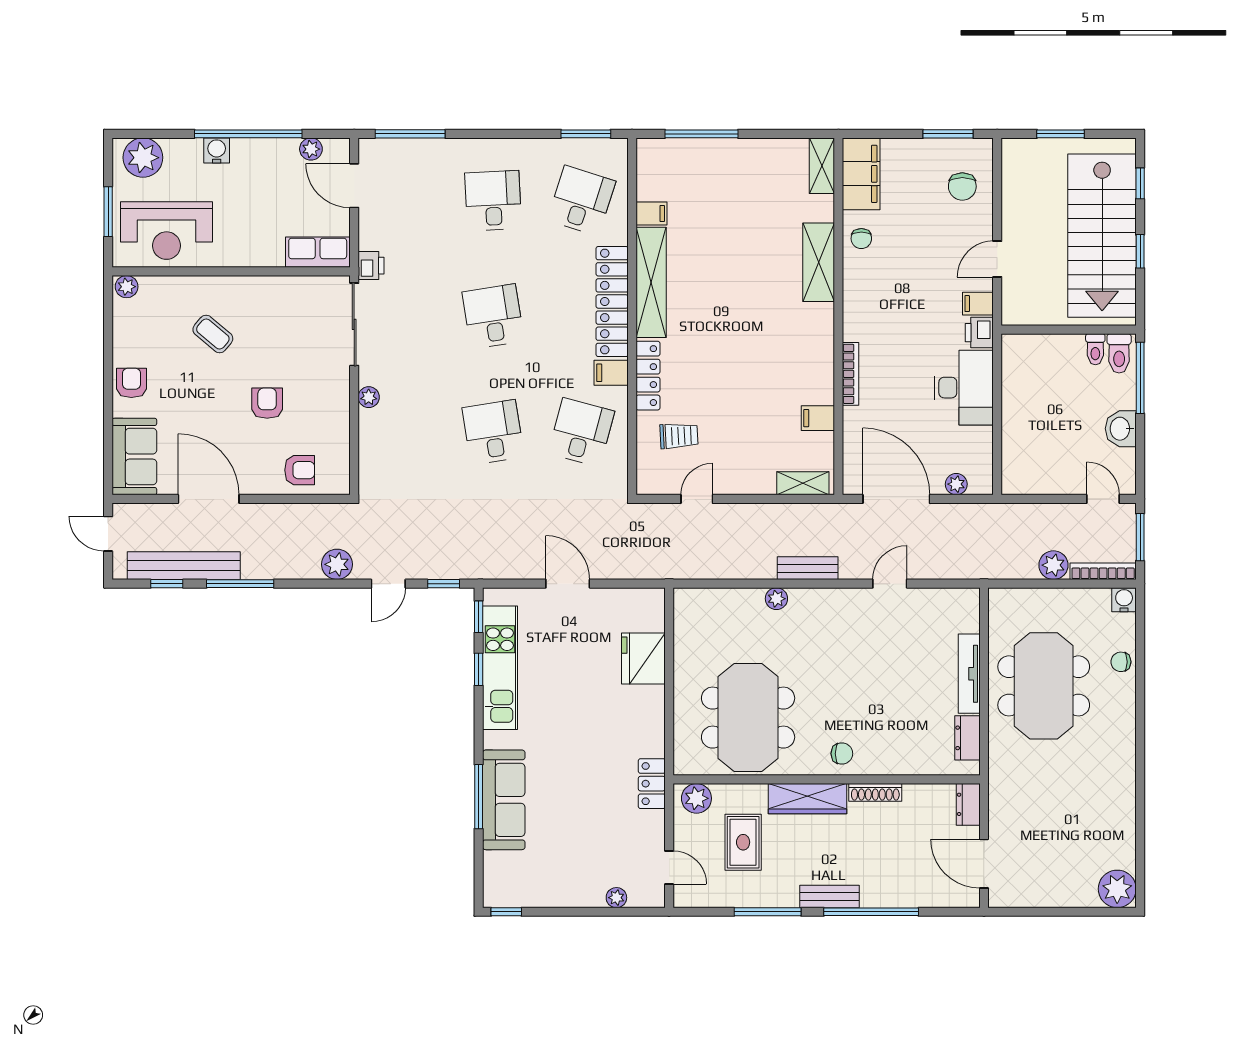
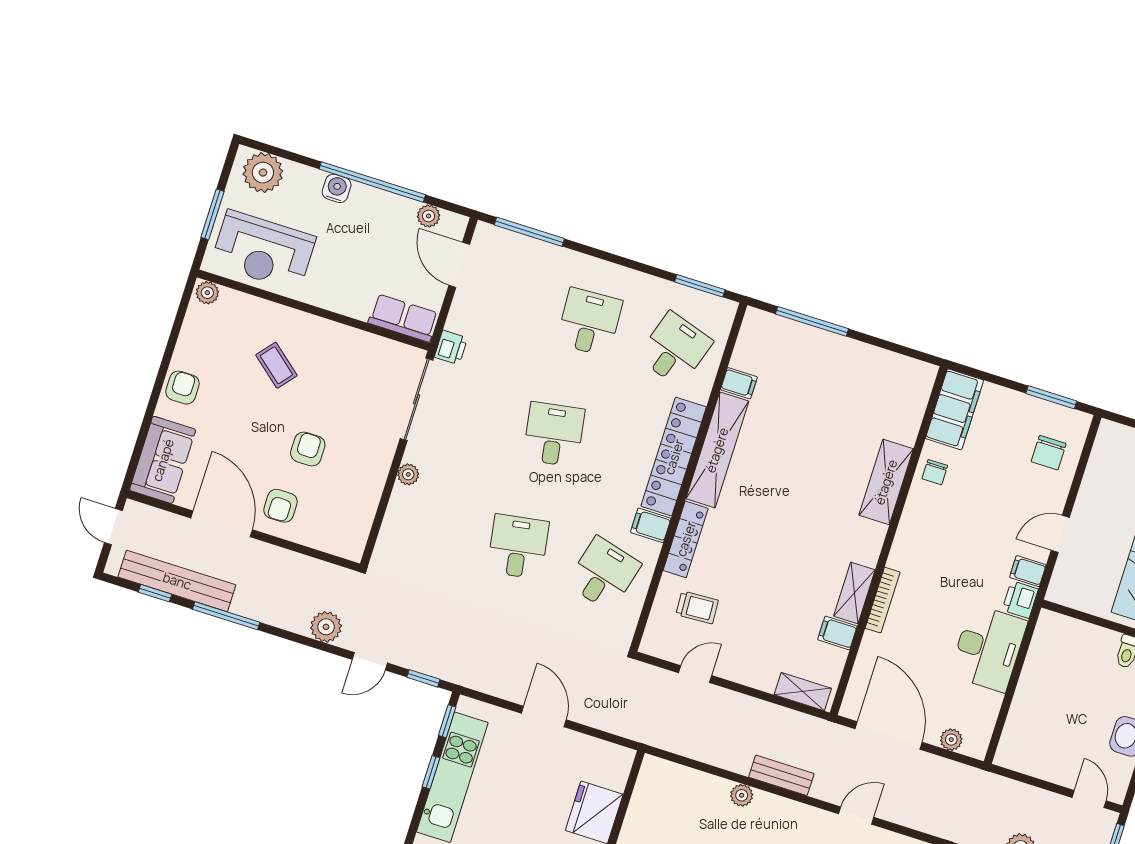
shelving: (822, 166) -> (854, 593), moved
armchair: (300, 470) -> (281, 506), moved, turned 90

